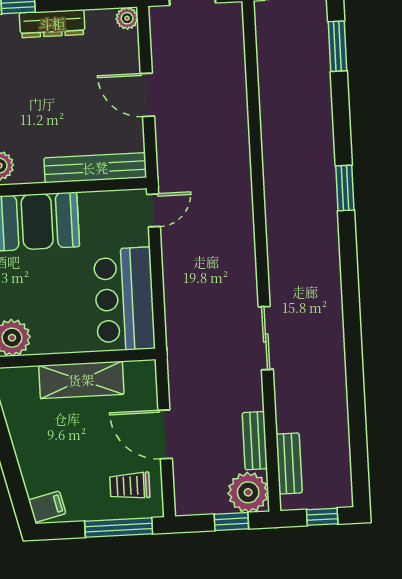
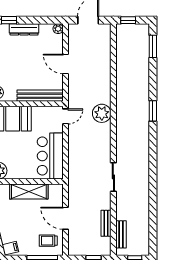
plant: (248, 492) -> (102, 113), moved

